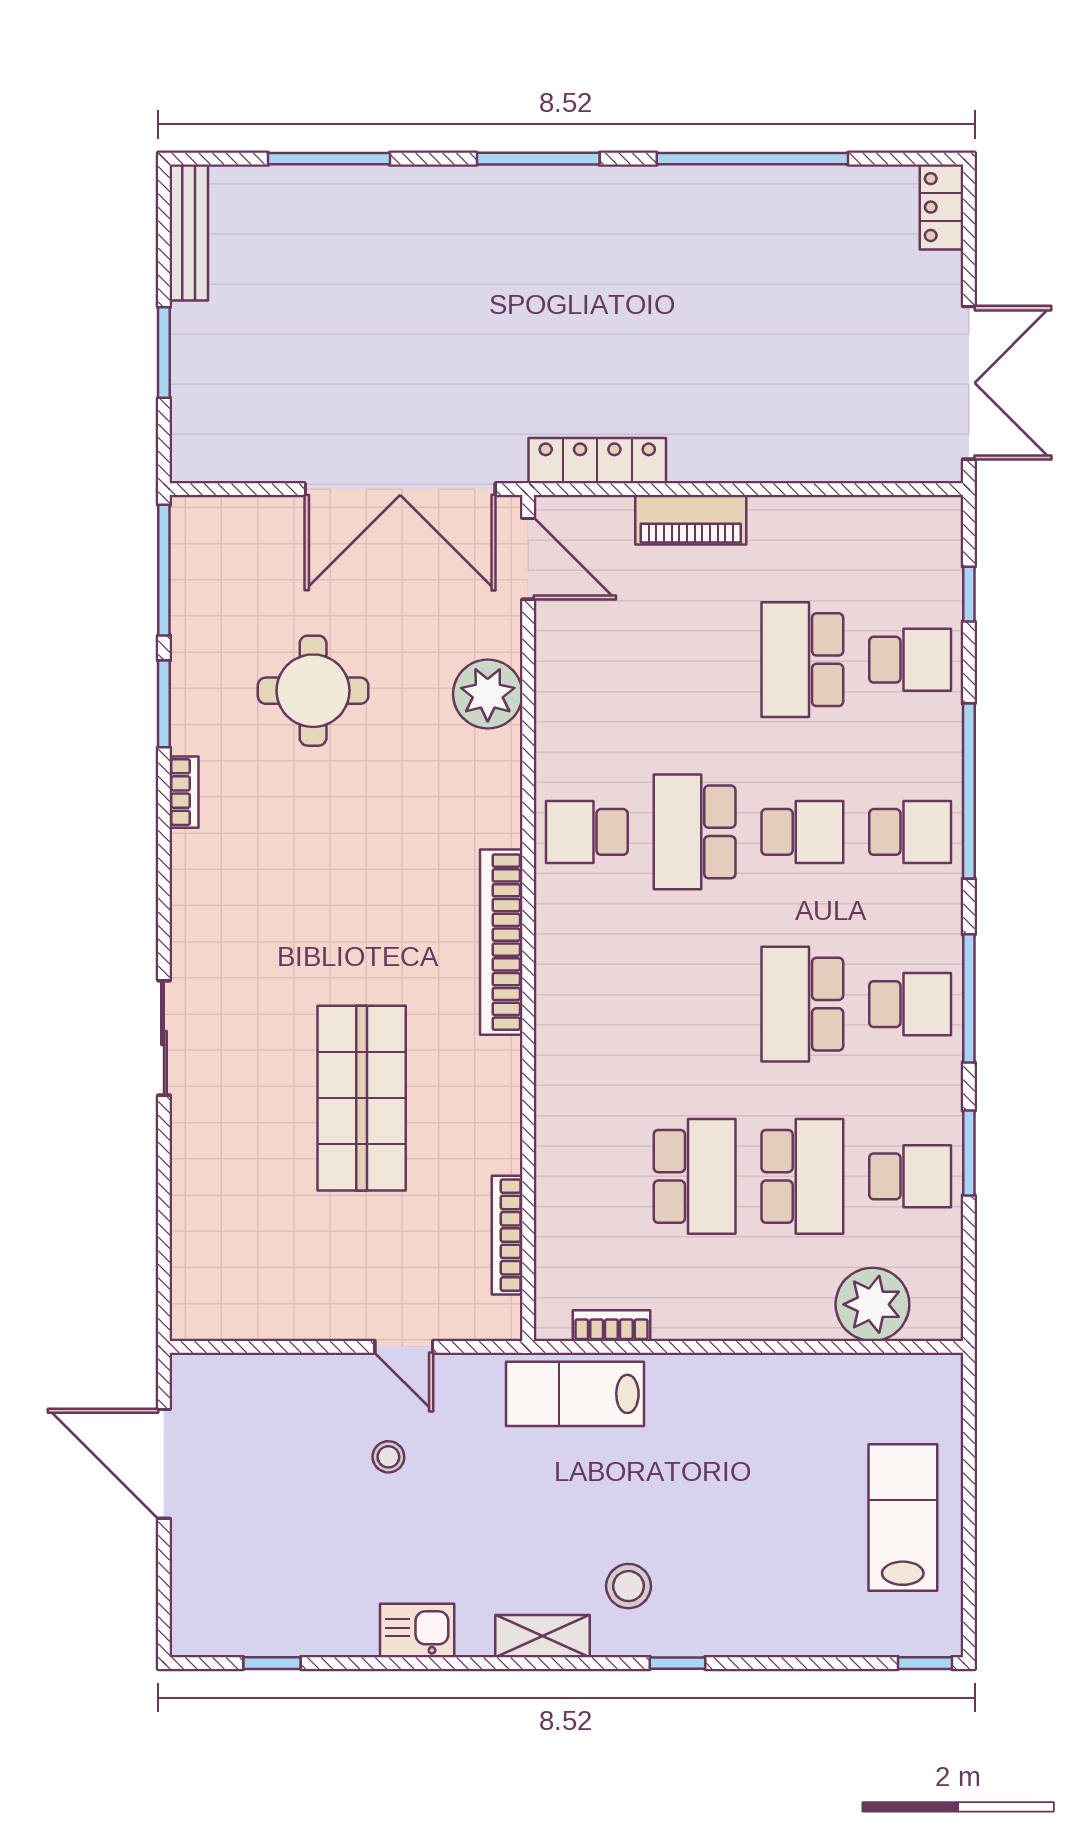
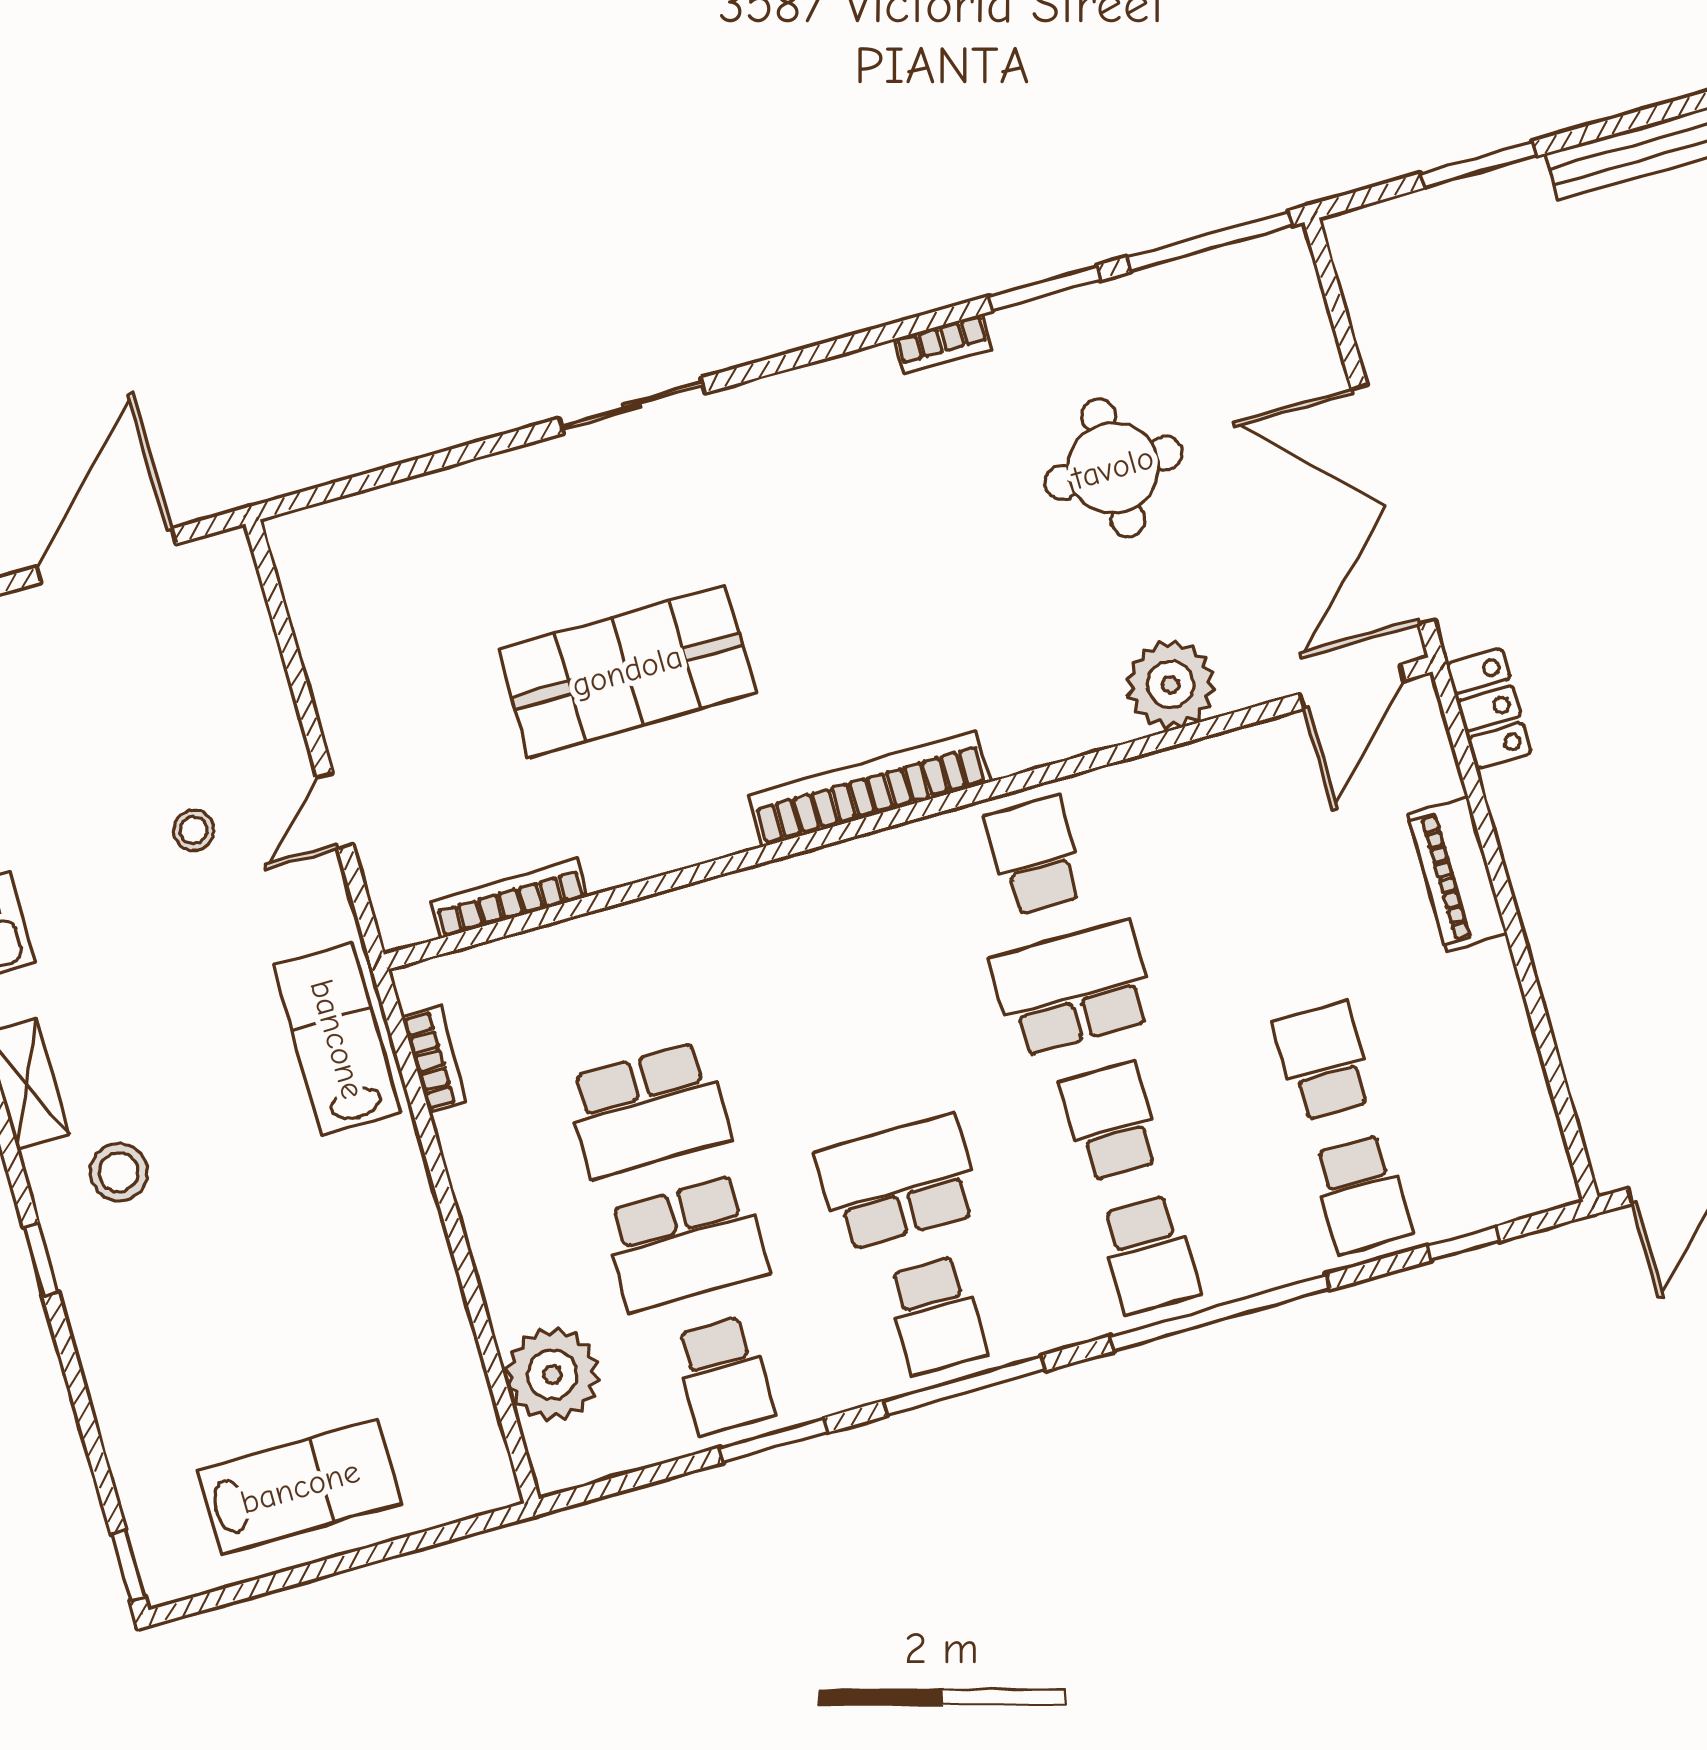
locker: (597, 461) -> (1489, 709), width x0.66
school desk: (802, 660) -> (1324, 1061), width x0.54
school desk: (802, 832) -> (1111, 1122), turned 180

